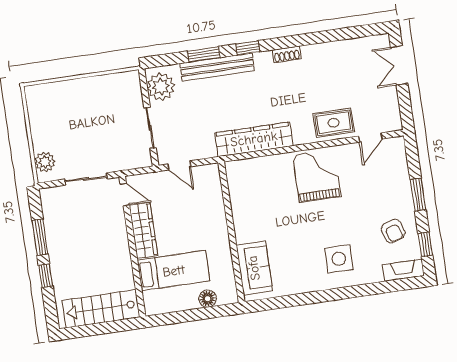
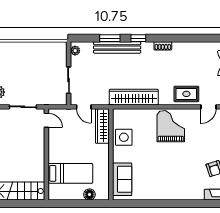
plant: (161, 87) -> (75, 51), width x0.53, depth x0.53
wardrobe: (143, 230) -> (102, 126), moved, turned 180
side table: (339, 259) -> (124, 137), moved

